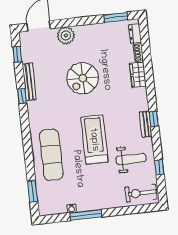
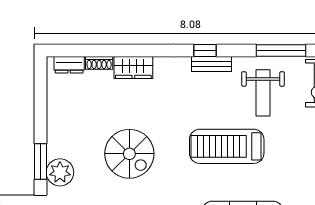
window: (116, 17) -> (41, 162), moved
weight bench: (131, 159) -> (263, 93), turned 180
window: (159, 167) -> (281, 51), width x2.17

